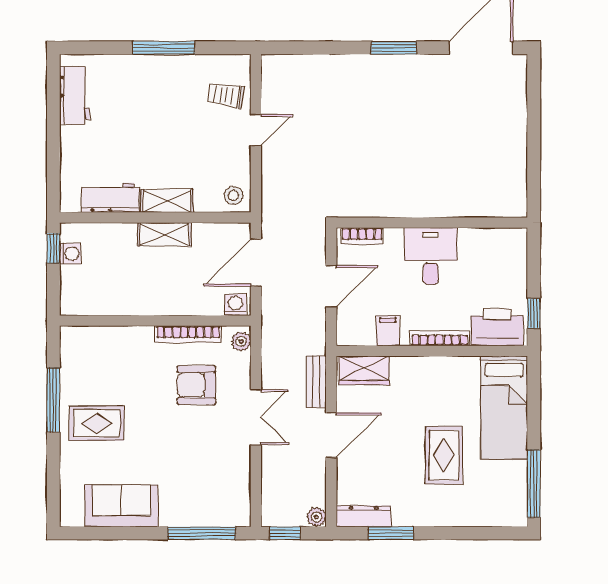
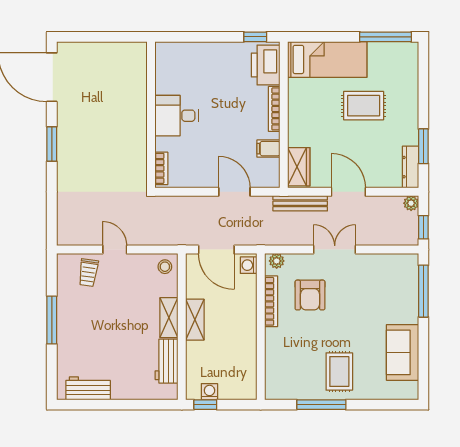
wall: (432, 223) -> (151, 115), moved
bookcase: (362, 236) -> (161, 168), moved
desk: (431, 256) -> (177, 116), moved
bench: (316, 382) -> (300, 203), width x1.36

